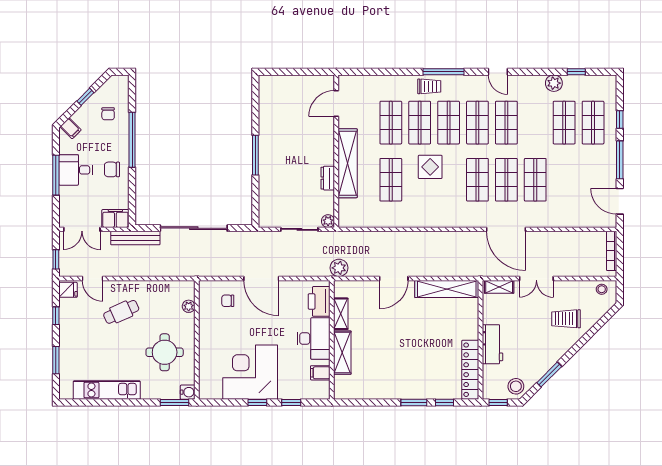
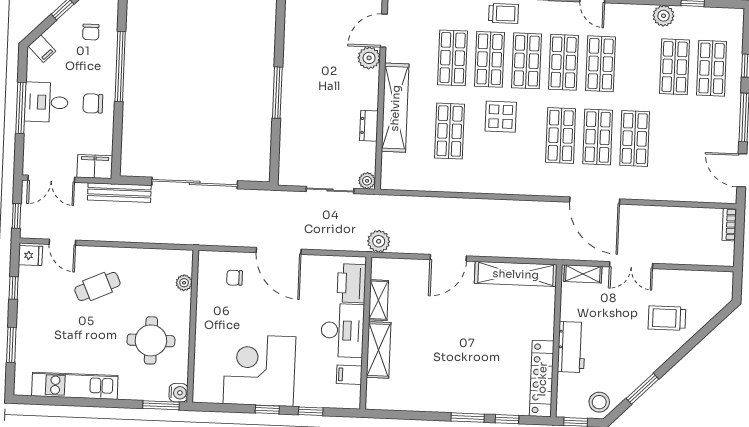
plant: (326, 125) -> (369, 58), added
bookcase: (612, 251) -> (729, 225), width x0.64
stool: (602, 289) -> (714, 282), removed

